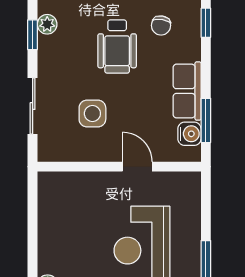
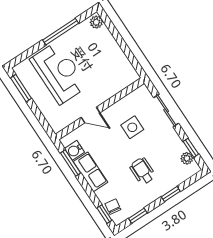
chair: (161, 25) -> (113, 207), moved
wheelchair: (117, 47) -> (143, 171), width x0.73, depth x0.73

